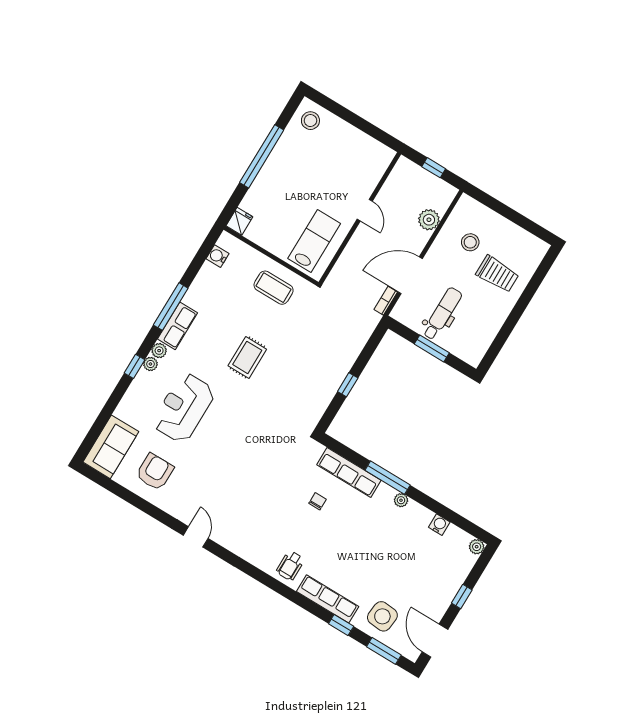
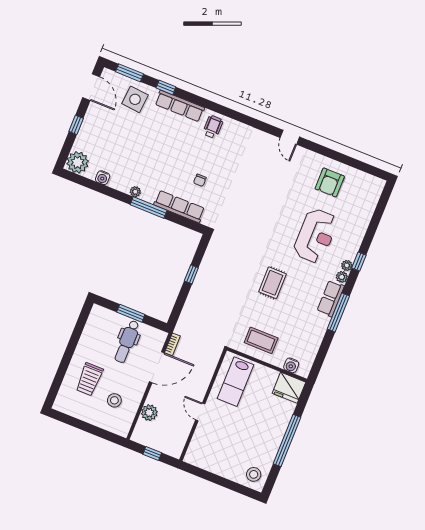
fridge: (239, 221) -> (289, 388), width x1.88, depth x1.34
water cooler: (217, 256) -> (291, 365), moved, turned 90
trolley: (497, 274) -> (89, 379), turned -90
sofa: (111, 447) -> (367, 196), removed
plant: (477, 547) -> (78, 162), width x1.87, depth x1.87

